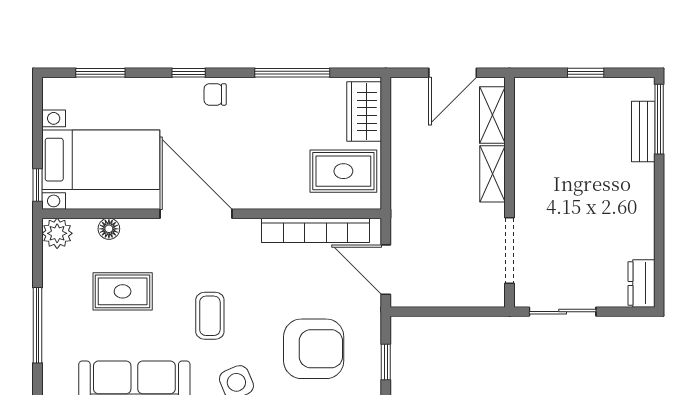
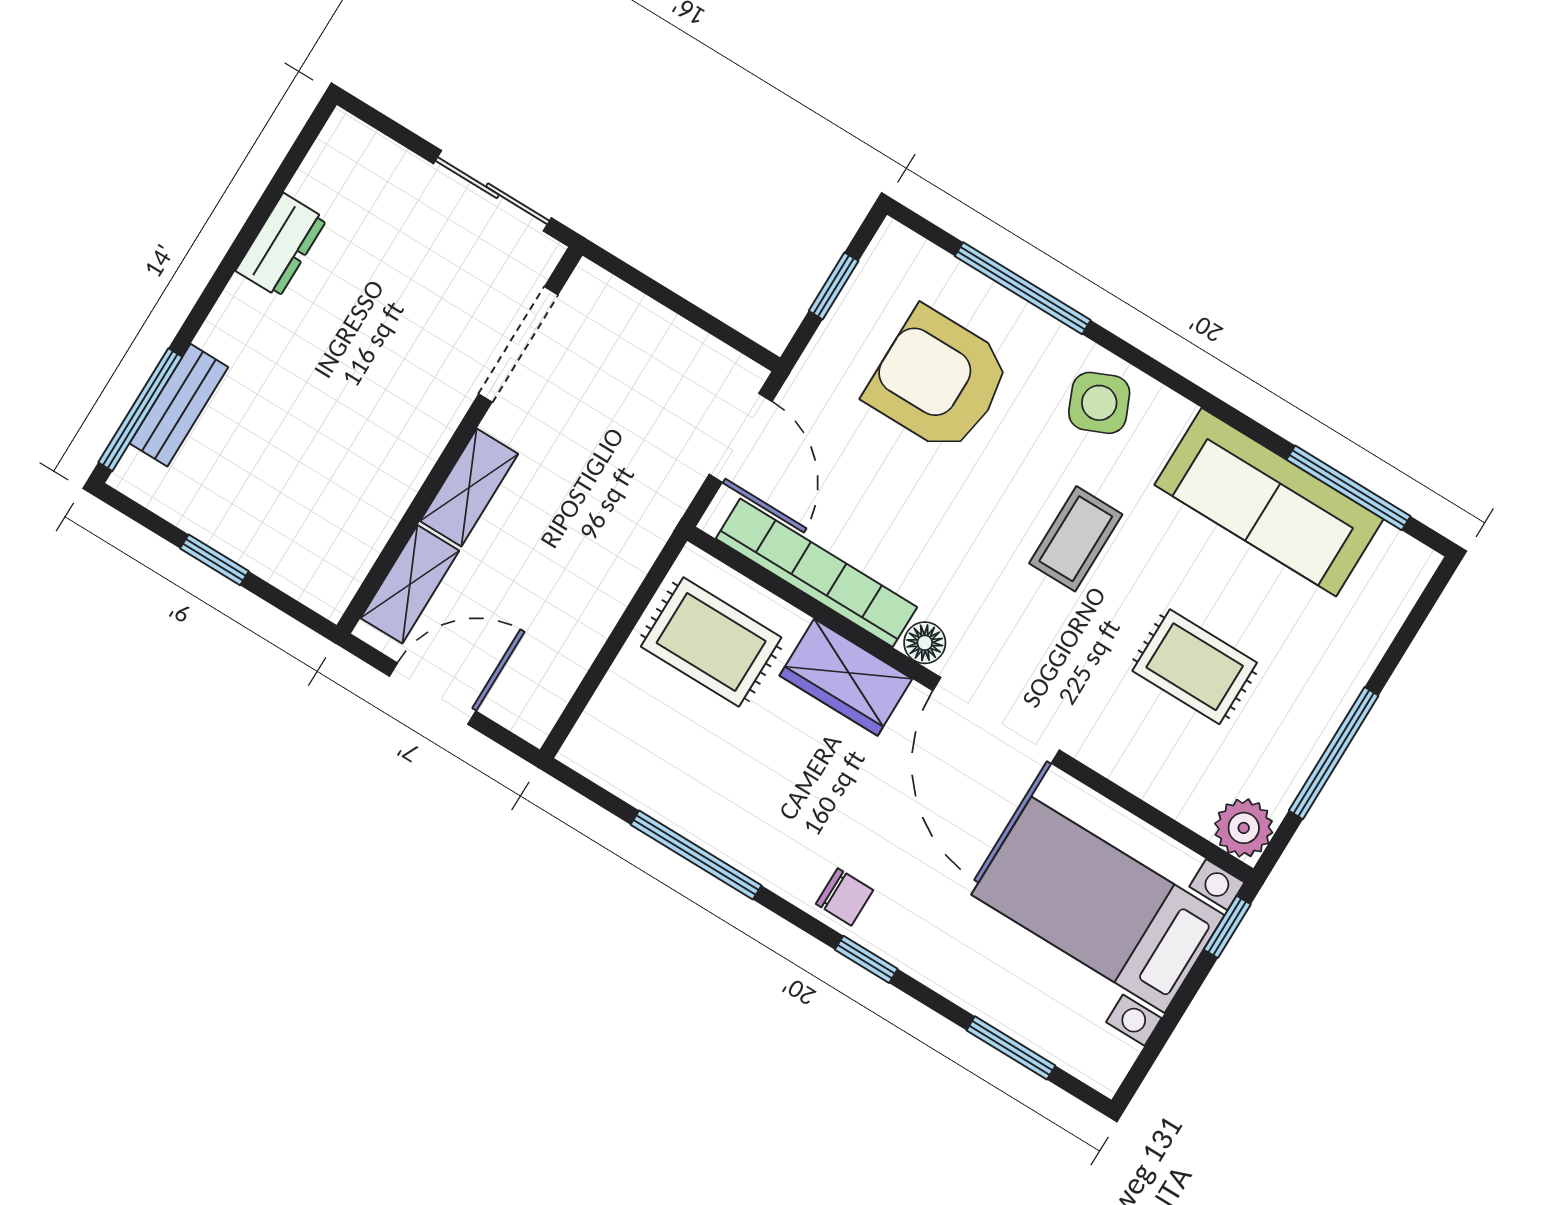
wardrobe: (364, 112) -> (846, 677), moved, turned 90
floor lamp: (109, 229) -> (925, 643), moved
dresser: (641, 283) -> (281, 245), moved
window: (38, 325) -> (1334, 753), moved

